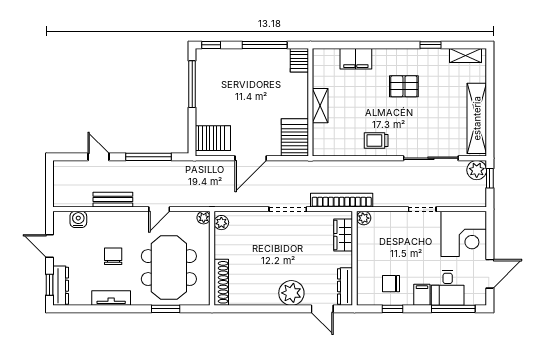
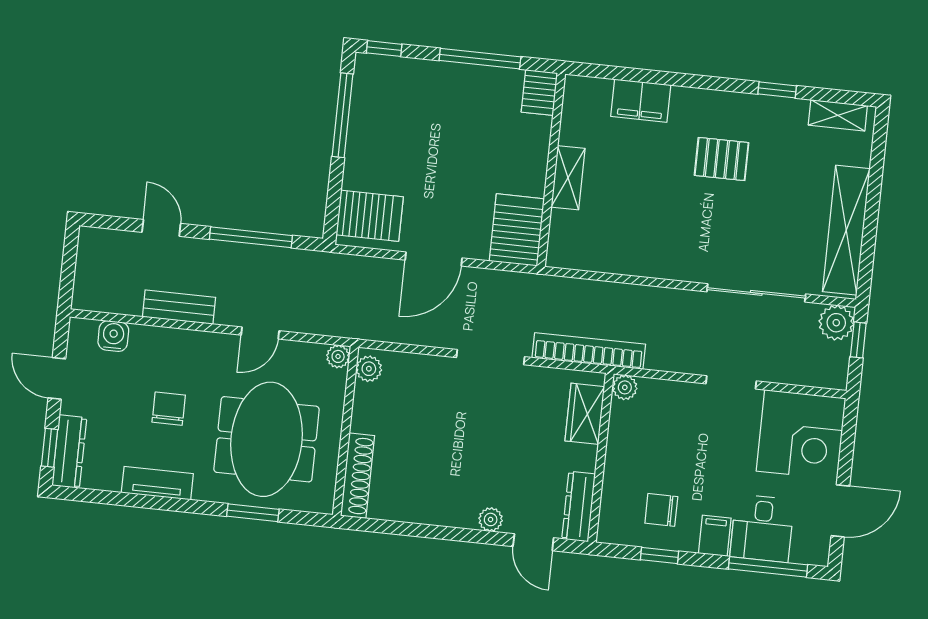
trolley: (376, 140) -> (662, 251), removed
plant: (291, 293) -> (491, 519), width x0.53, depth x0.53

